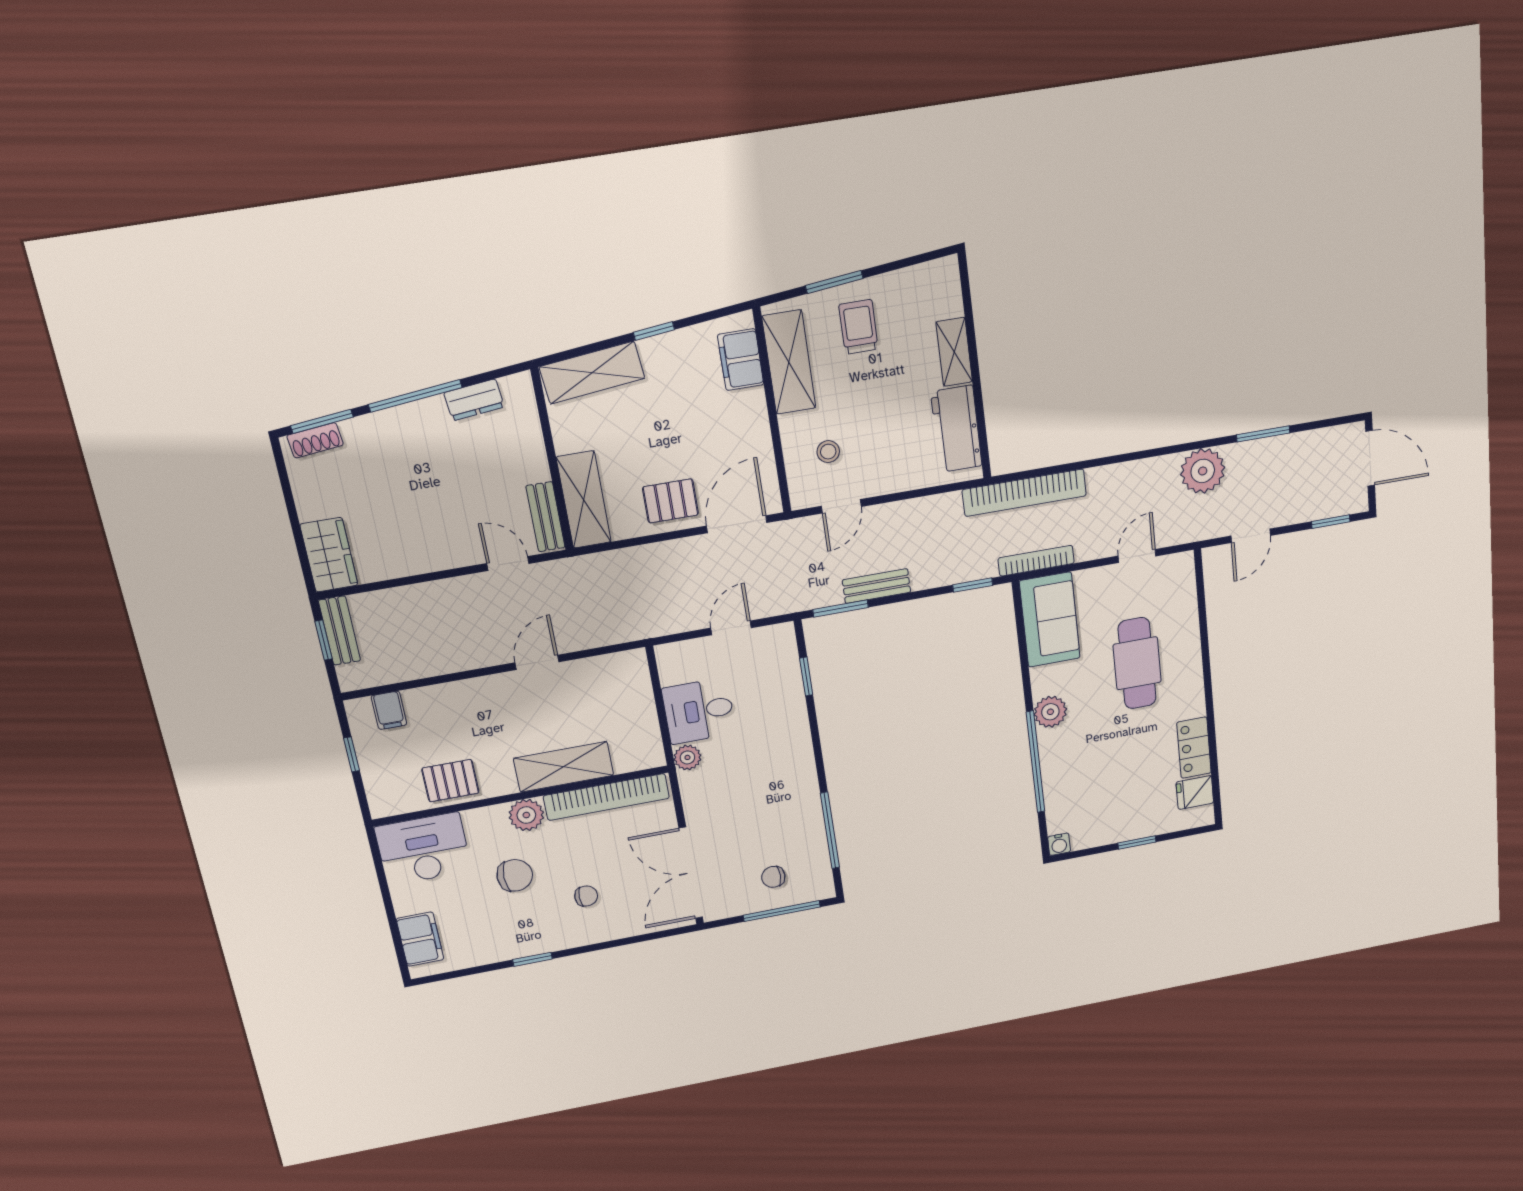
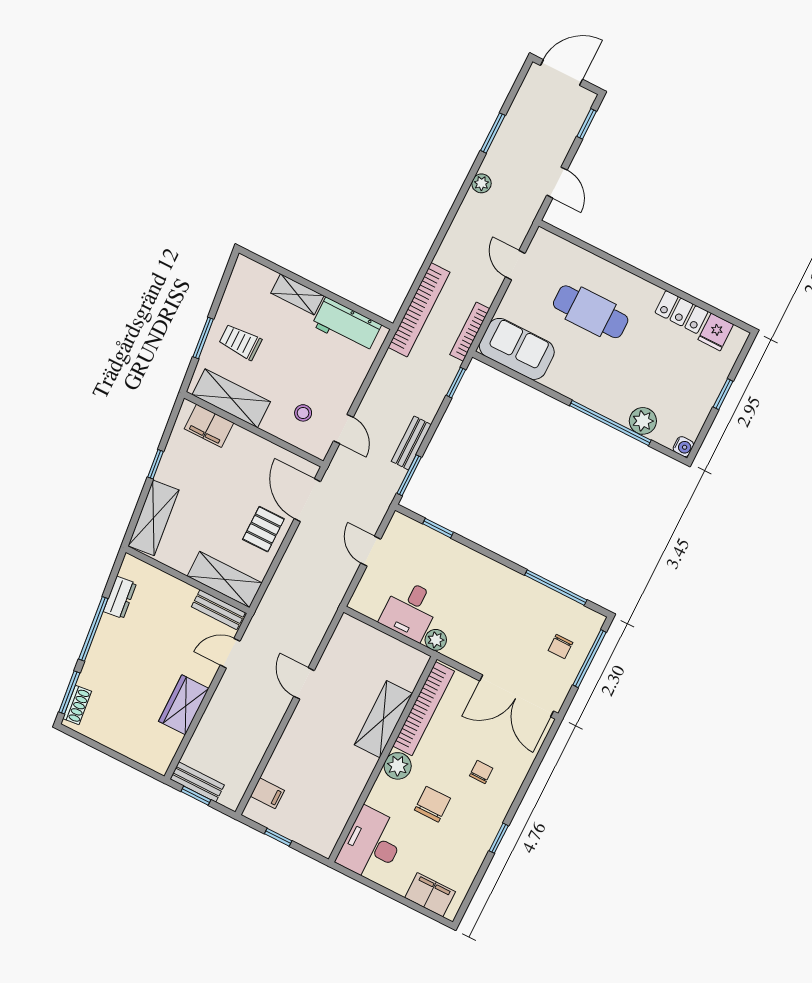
plant: (1203, 471) -> (481, 183), width x0.53, depth x0.53
wardrobe: (329, 555) -> (184, 705), moved, turned -90
plant: (1050, 712) -> (643, 421), moved
pallet: (450, 781) -> (340, 793), removed

